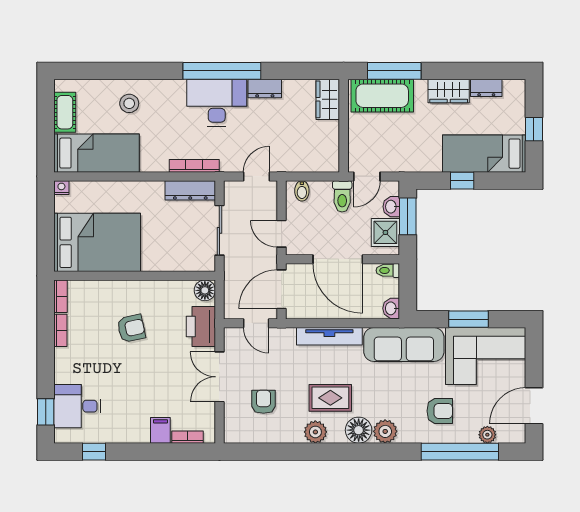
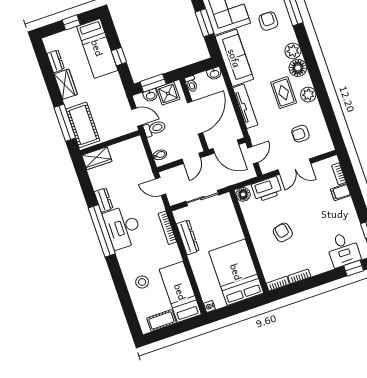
dresser: (190, 190) -> (188, 237), moved

